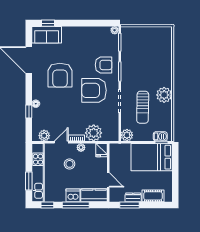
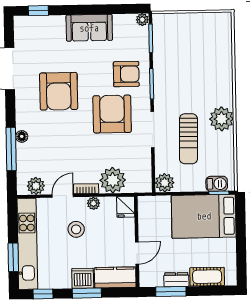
sofa: (47, 35) -> (89, 28), moved
armchair: (94, 90) -> (112, 114), turned 90
window: (29, 112) -> (11, 149), width x2.17
door: (108, 180) -> (137, 253), hinge flipped
window: (76, 205) -> (87, 293), width x0.69

